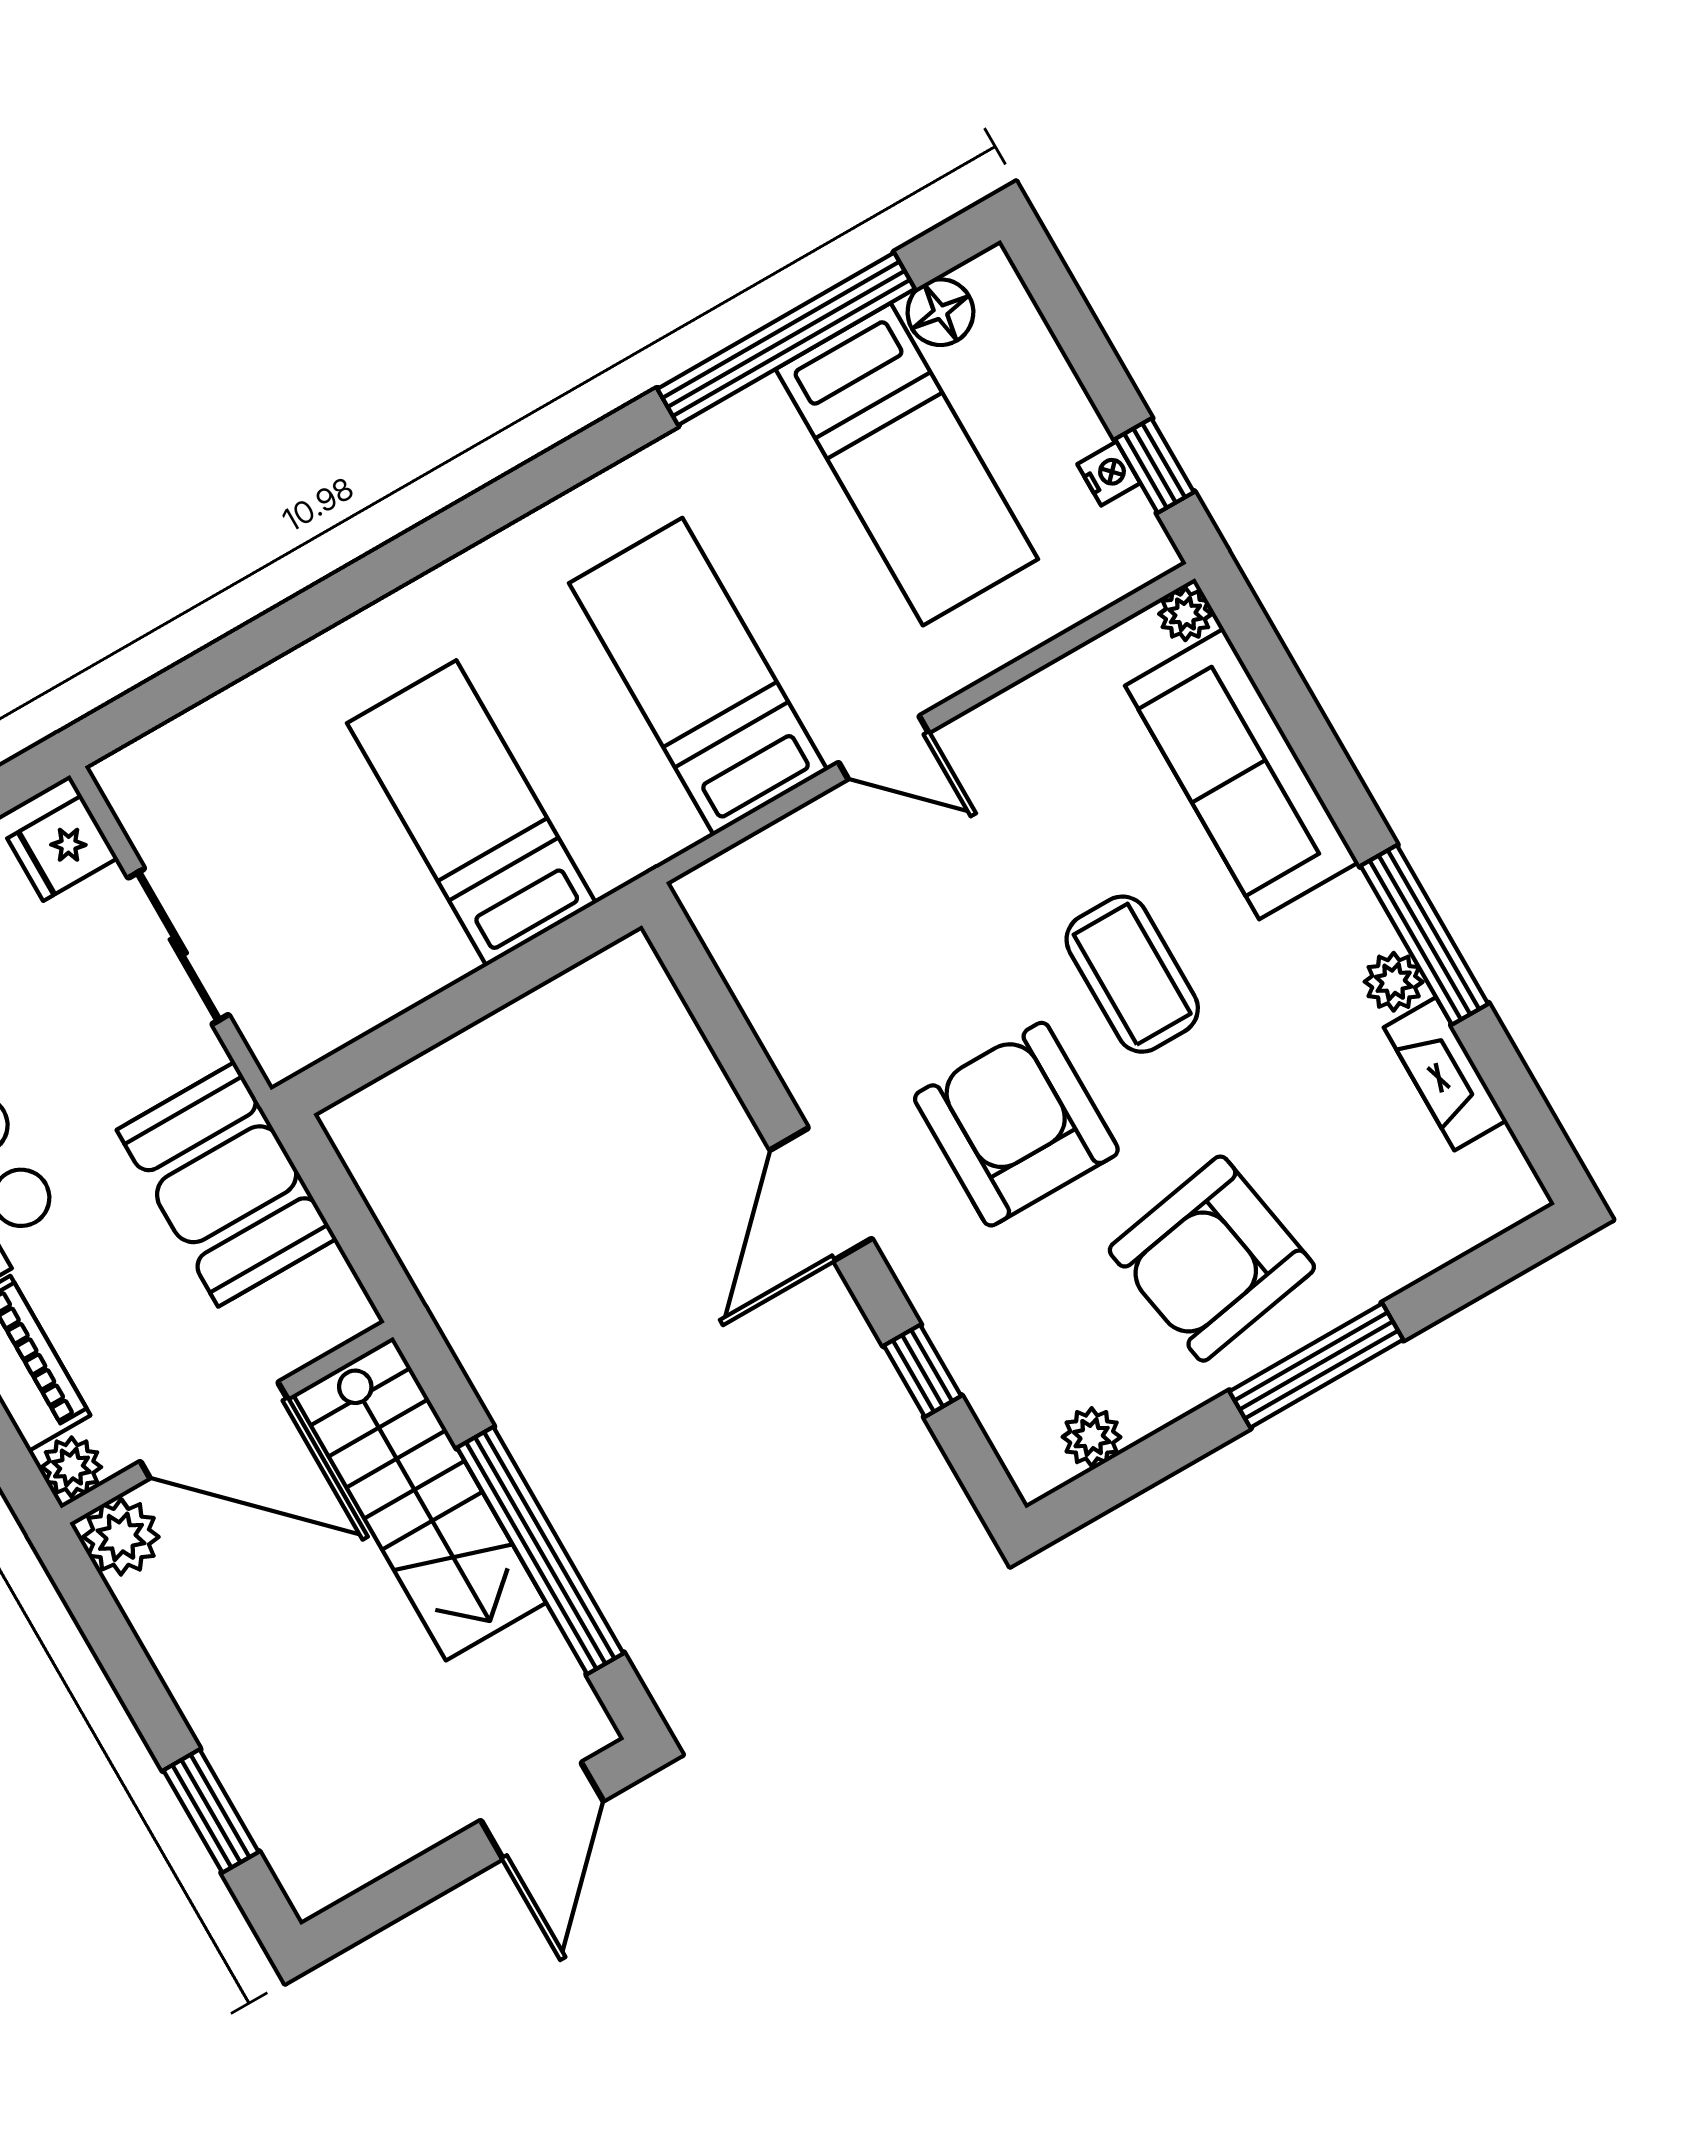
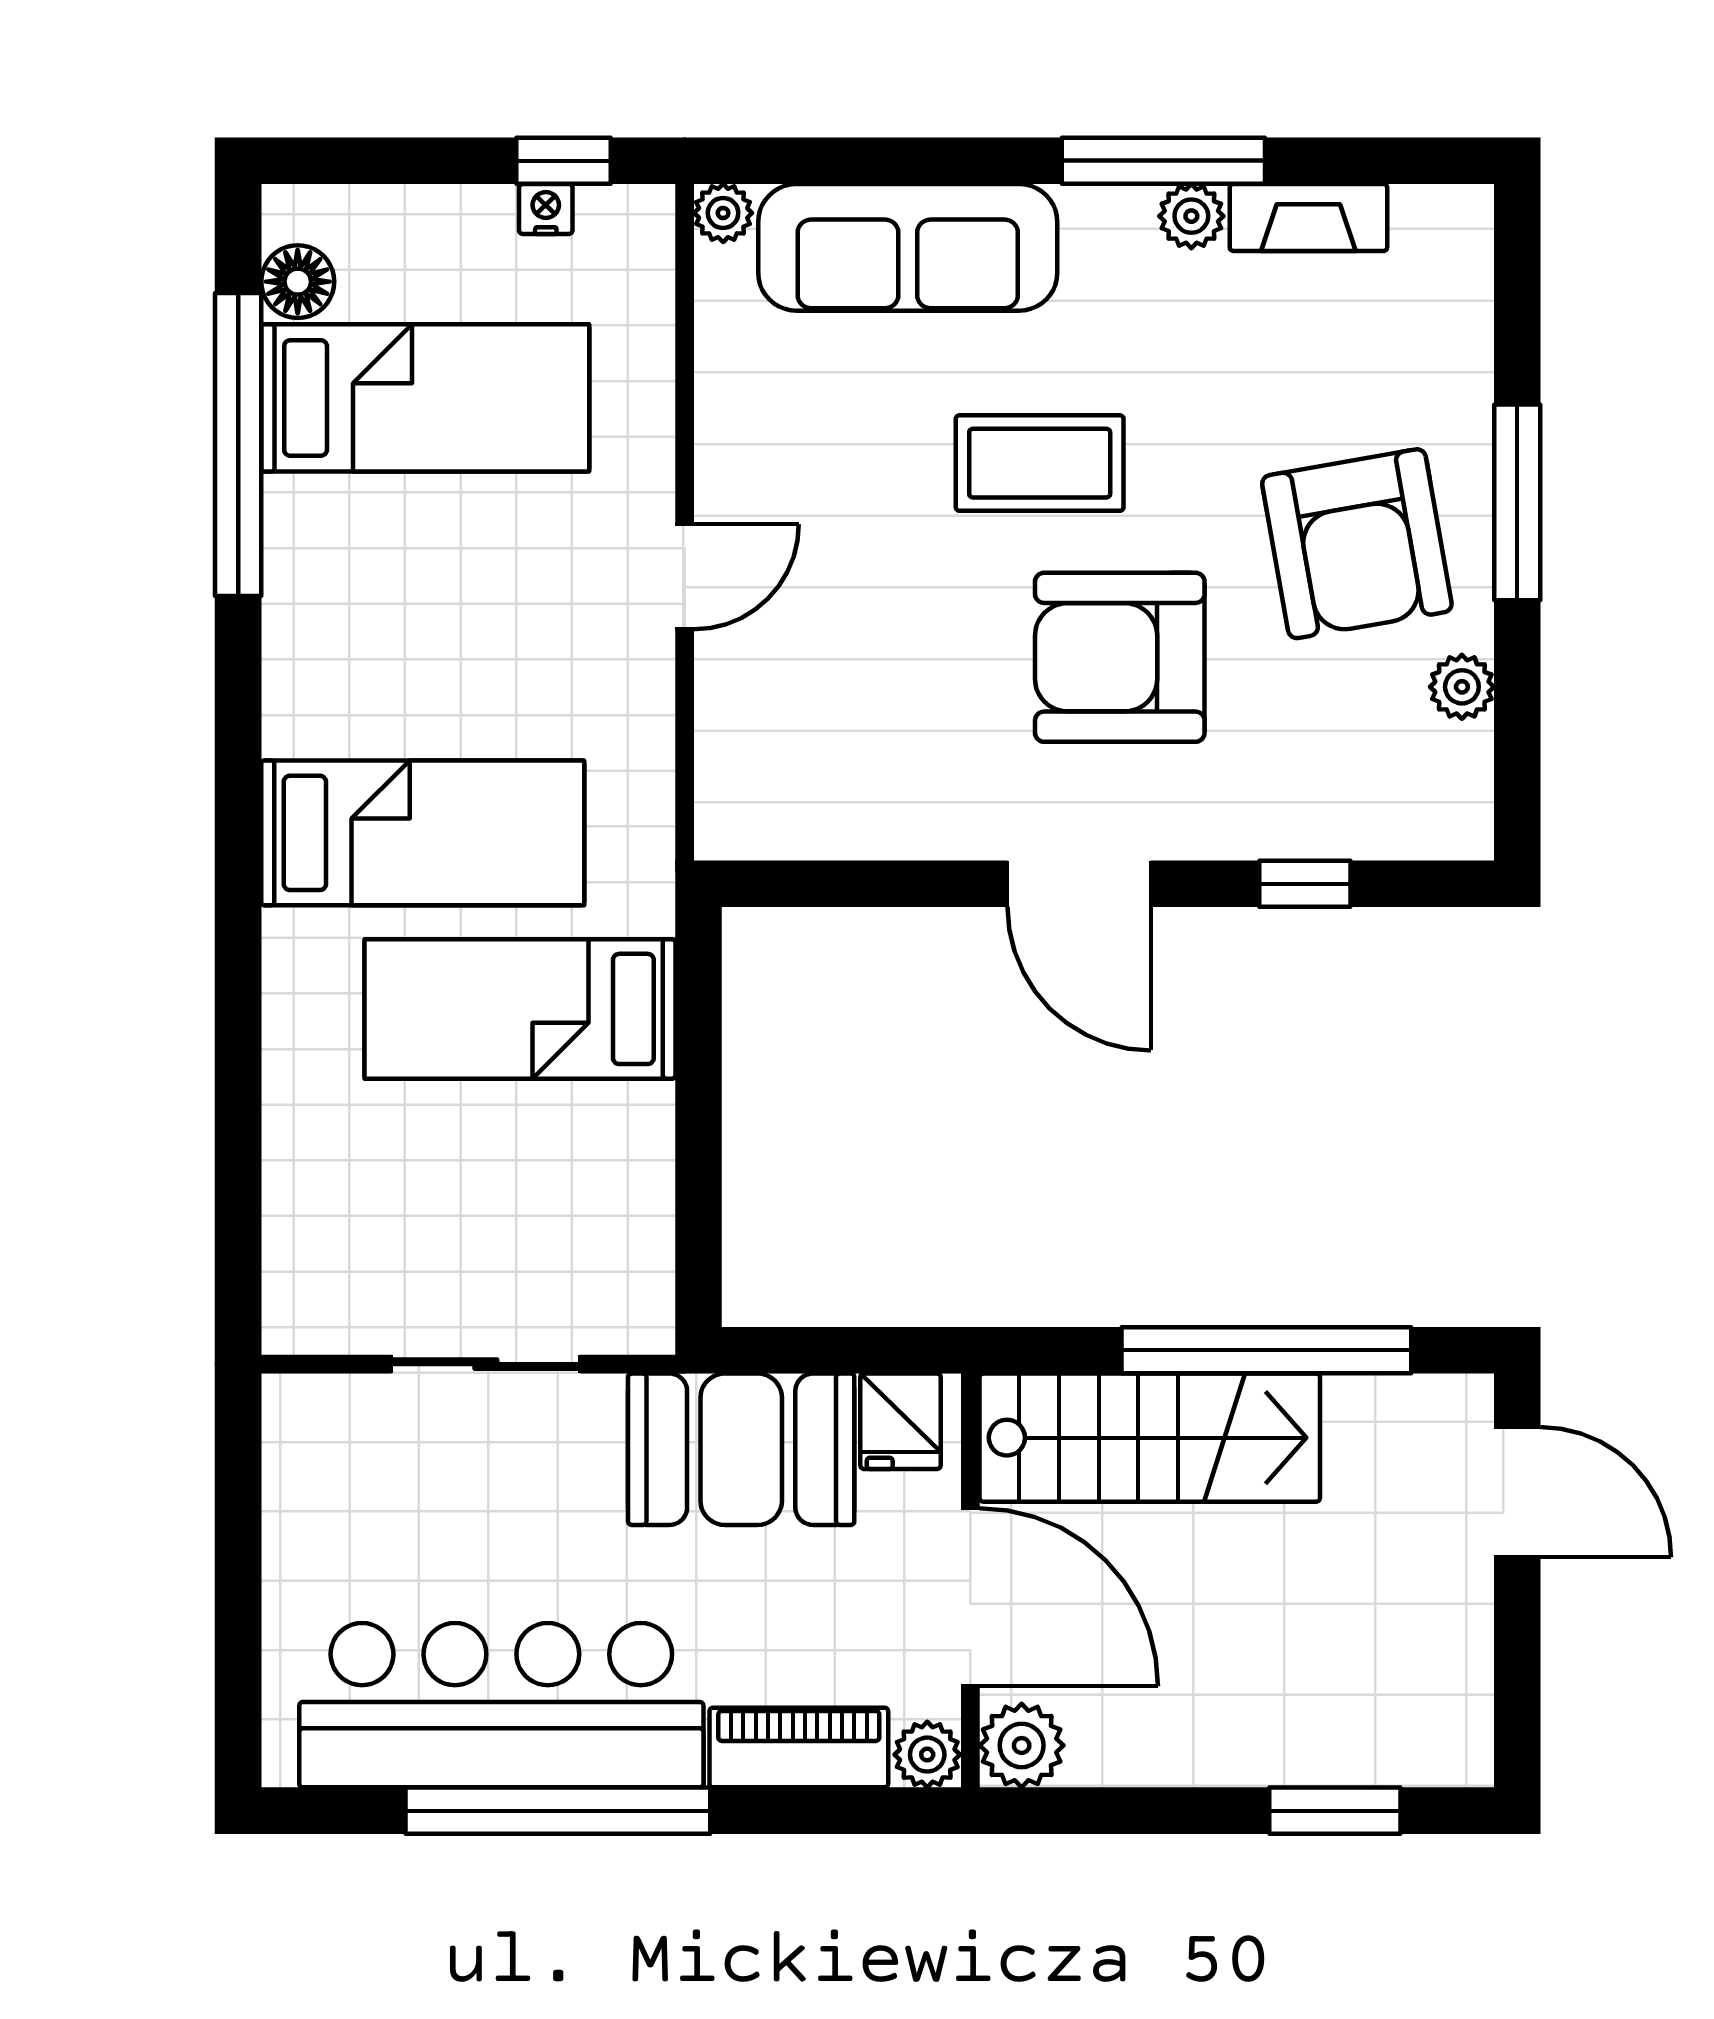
bed: (698, 677) -> (423, 833), moved, turned 180
fridge: (63, 848) -> (901, 1421), moved
door: (214, 1430) -> (970, 1597), hinge flipped
plant: (1092, 1437) -> (1462, 687), moved

